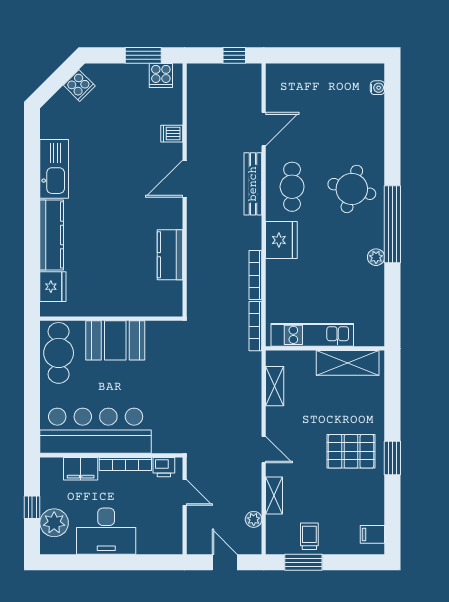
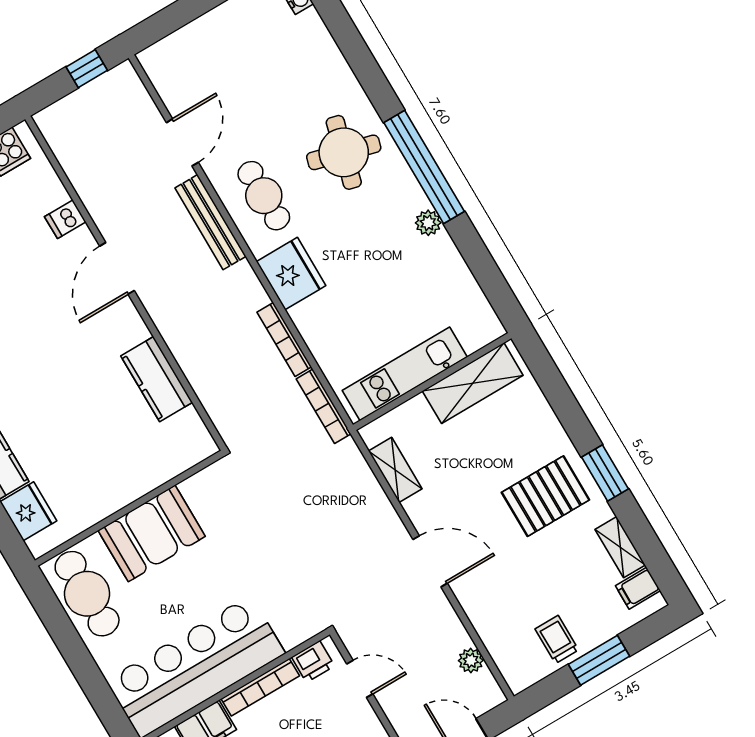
door: (264, 450) -> (430, 561), width x1.38
shelving: (274, 496) -> (620, 547), moved
window: (303, 562) -> (599, 660), moved

